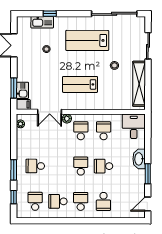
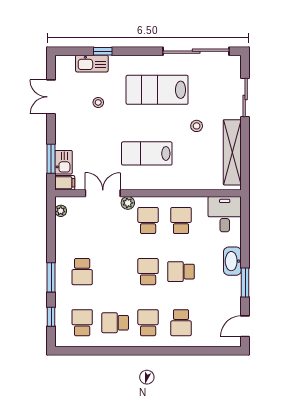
double door: (50, 112) -> (103, 193), swing flipped
school desk: (35, 166) -> (82, 272), turned -90

